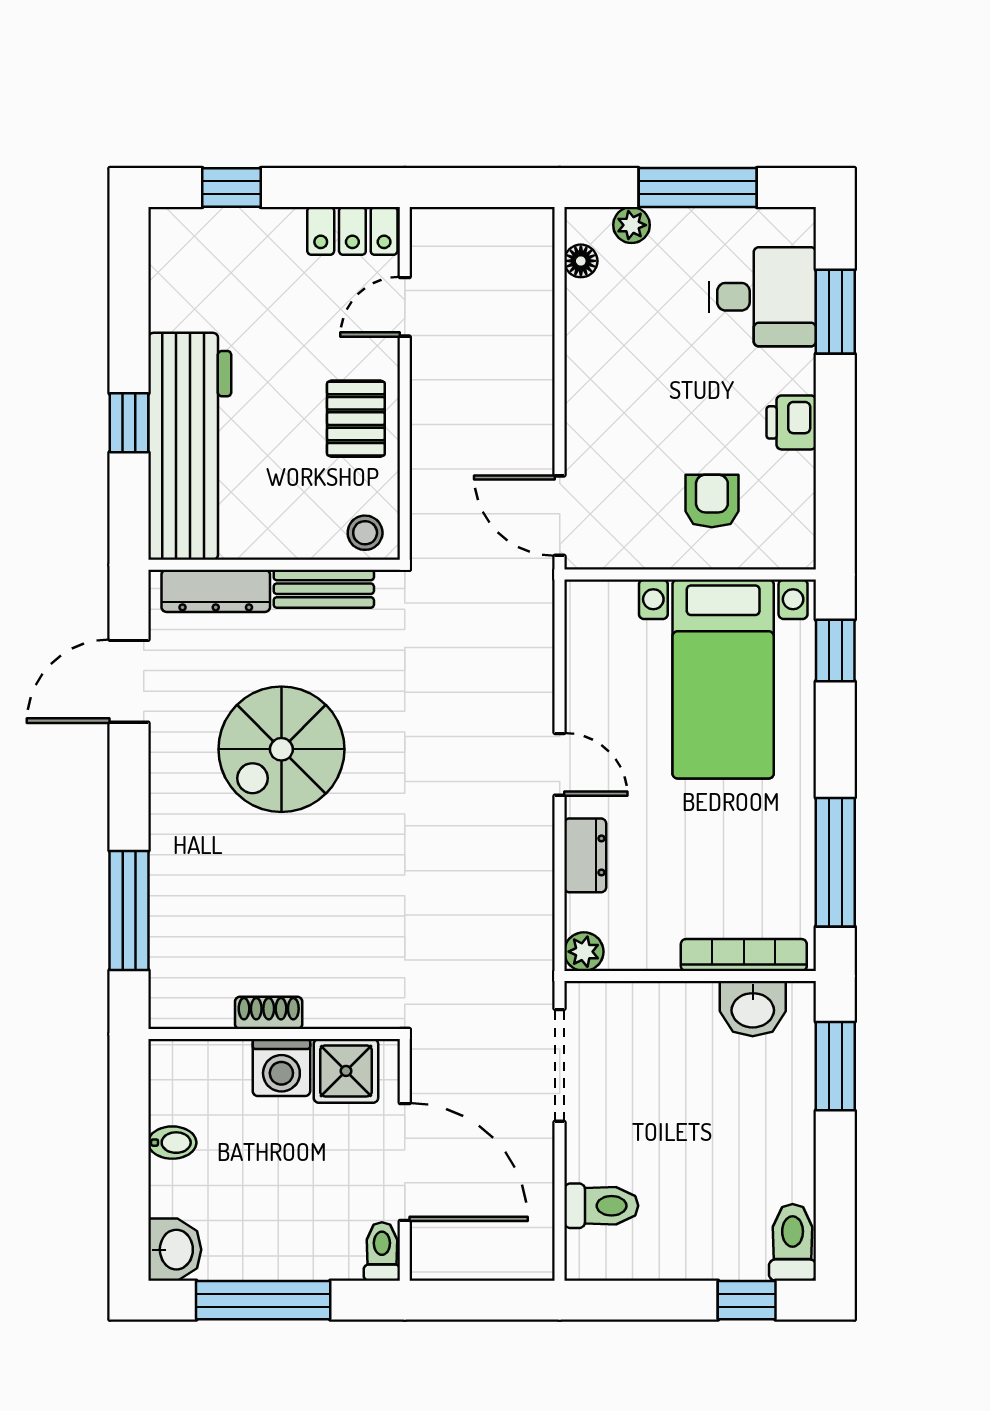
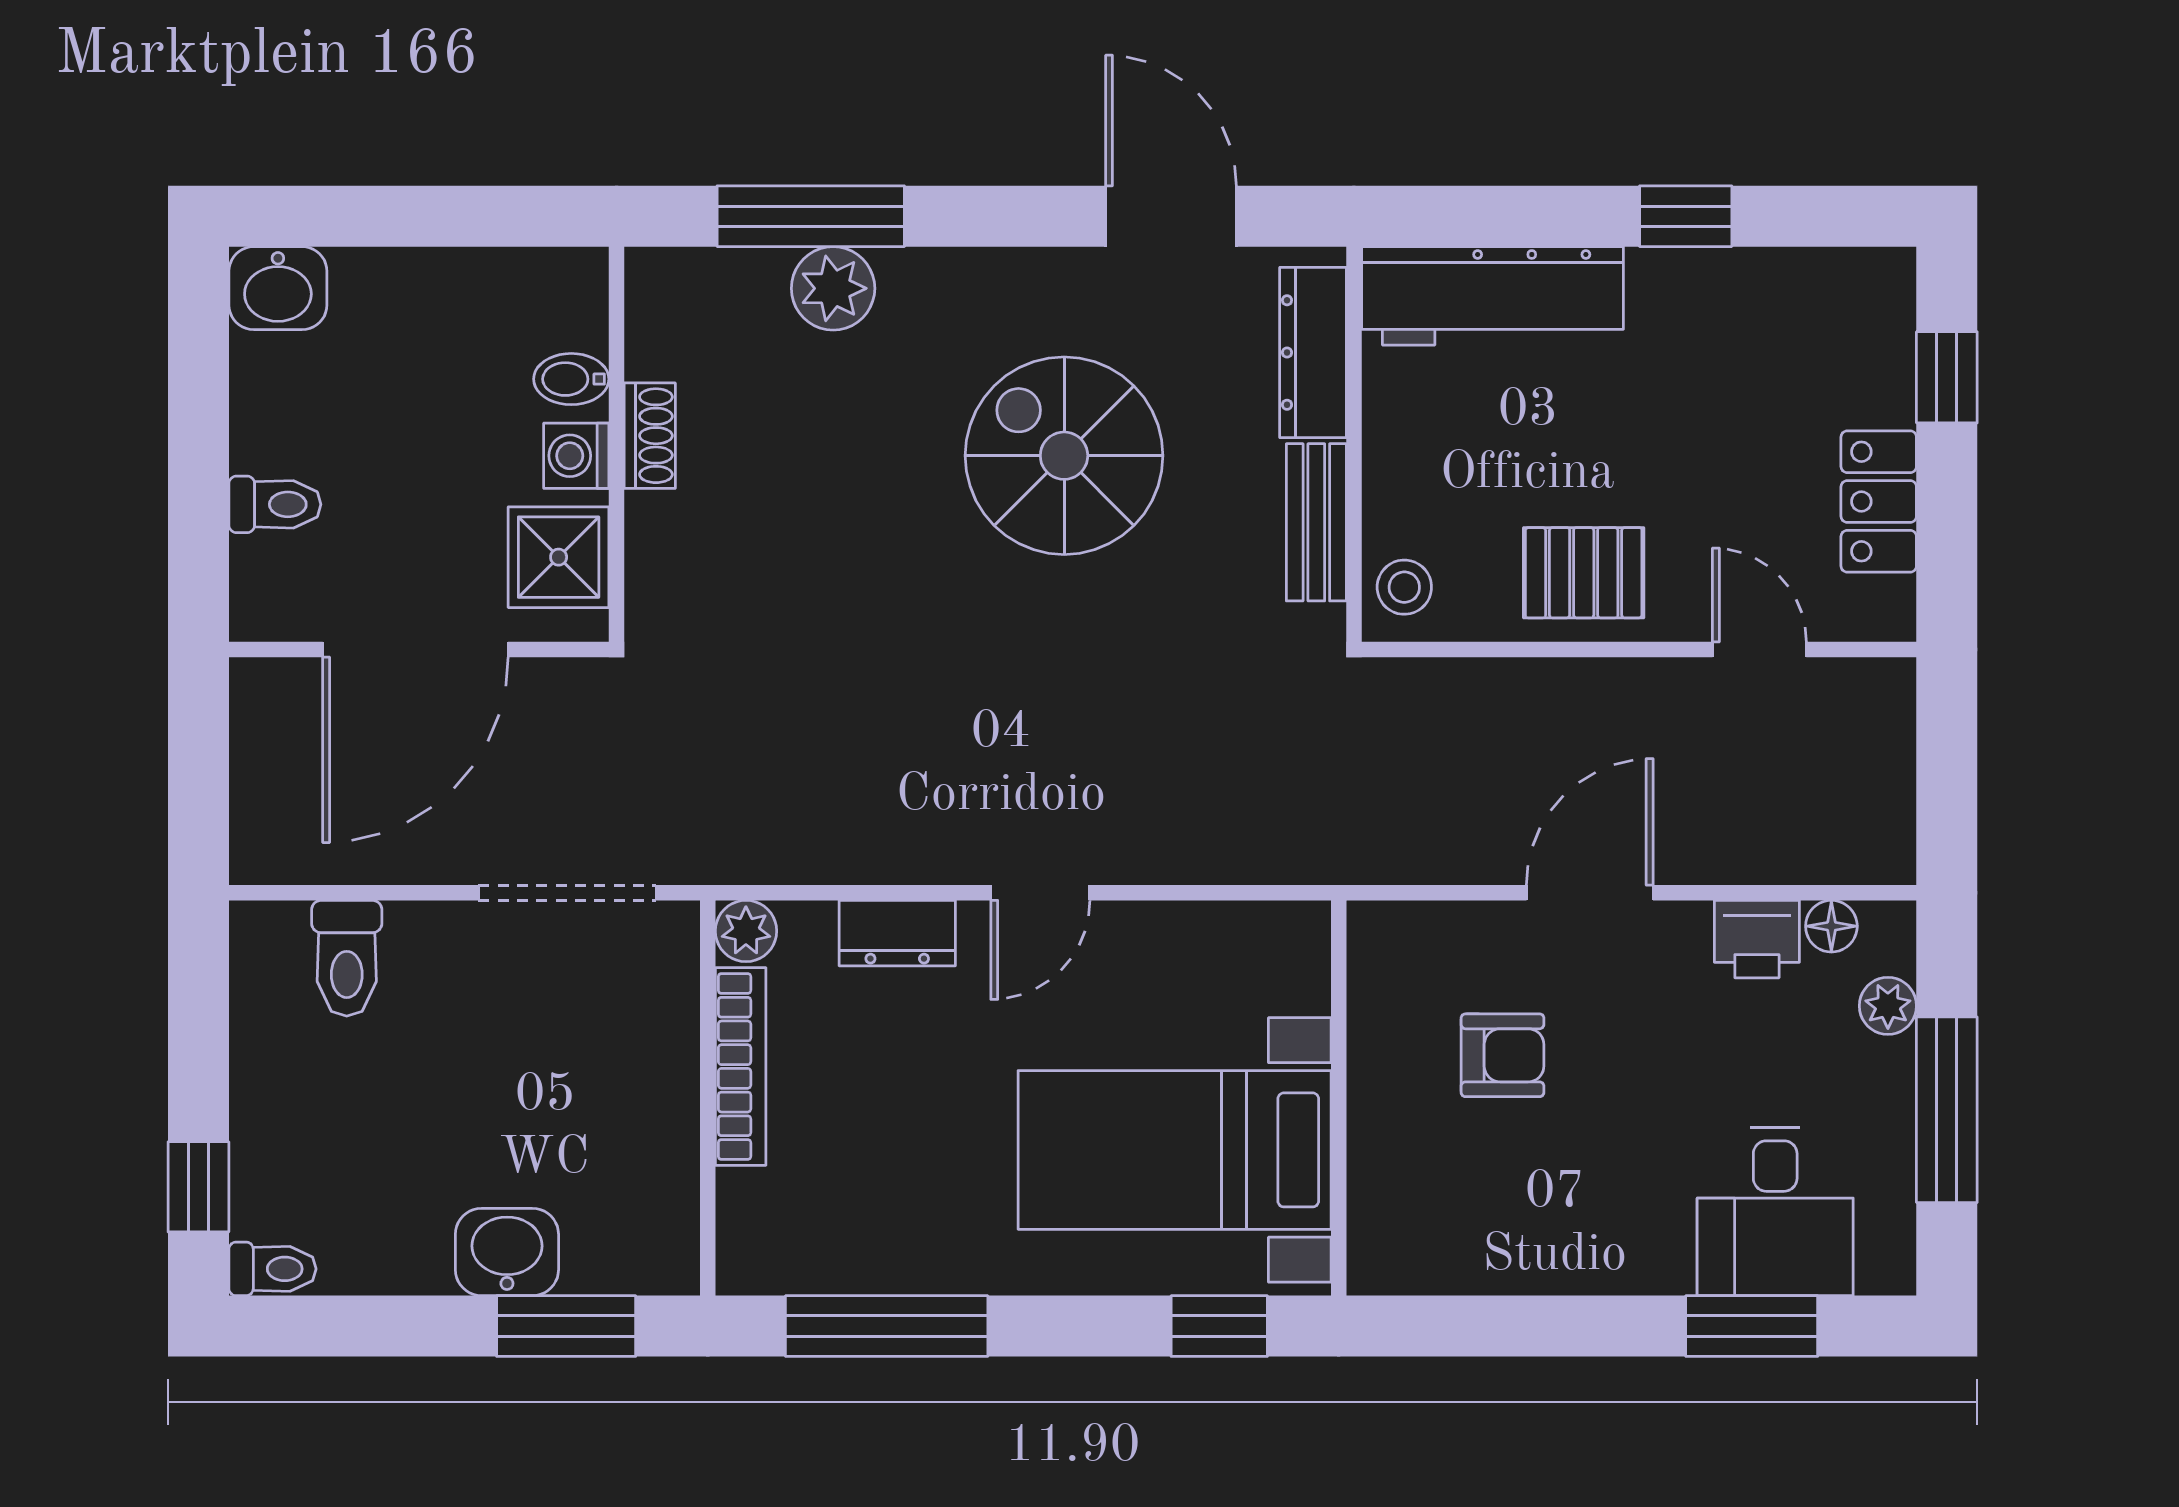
locker: (352, 231) -> (1879, 502), moved
printer: (791, 422) -> (1757, 939), moved, turned 180
window: (129, 423) -> (1686, 216), moved
workbench: (190, 446) -> (1492, 296), width x0.73, depth x0.76
armchair: (712, 501) -> (1502, 1055), moved
door: (560, 516) -> (1590, 893), moved
plant: (175, 896) -> (833, 288), added
bookcase: (744, 955) -> (741, 1067), moved
washbasin: (753, 1009) -> (507, 1252), moved, turned 90
washing machine: (281, 1068) -> (576, 456), width x0.73, depth x0.73
bidet: (172, 1143) -> (571, 379), moved, turned 90
toilet: (793, 1242) -> (272, 1269), width x0.73, depth x0.72
toilet: (382, 1251) -> (275, 504), moved
window: (263, 1300) -> (198, 427), removed

